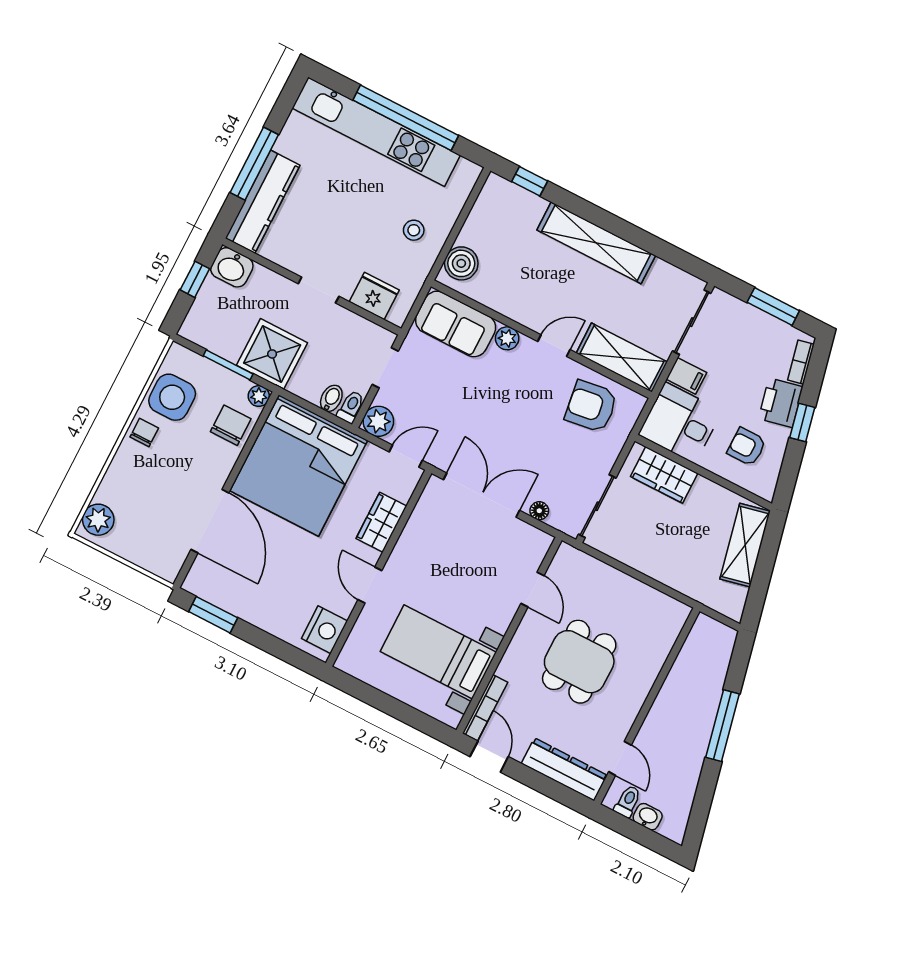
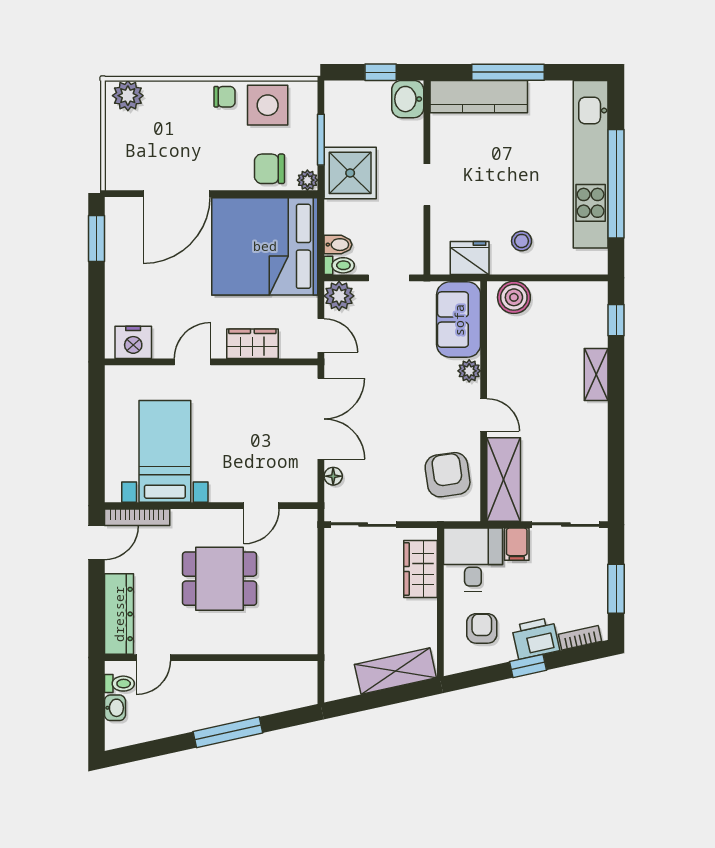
shelving: (596, 243) -> (596, 374), width x0.45, depth x0.75
fridge: (374, 296) -> (470, 258), moved, turned -90
chair: (231, 425) -> (269, 169), turned 180

